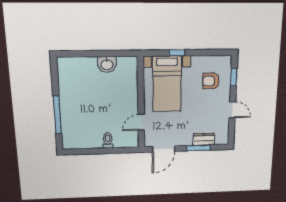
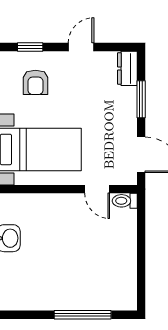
dresser: (204, 139) -> (127, 68), moved
toilet: (108, 140) -> (125, 201), moved

